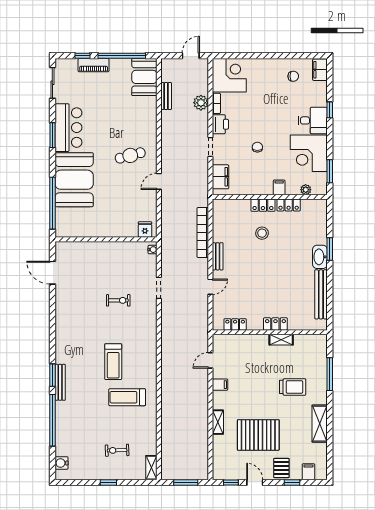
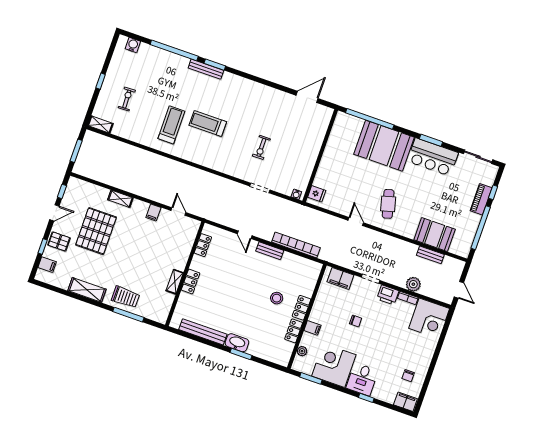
booth: (144, 77) -> (435, 234), moved
trolley: (293, 387) -> (125, 297), moved, turned -90

